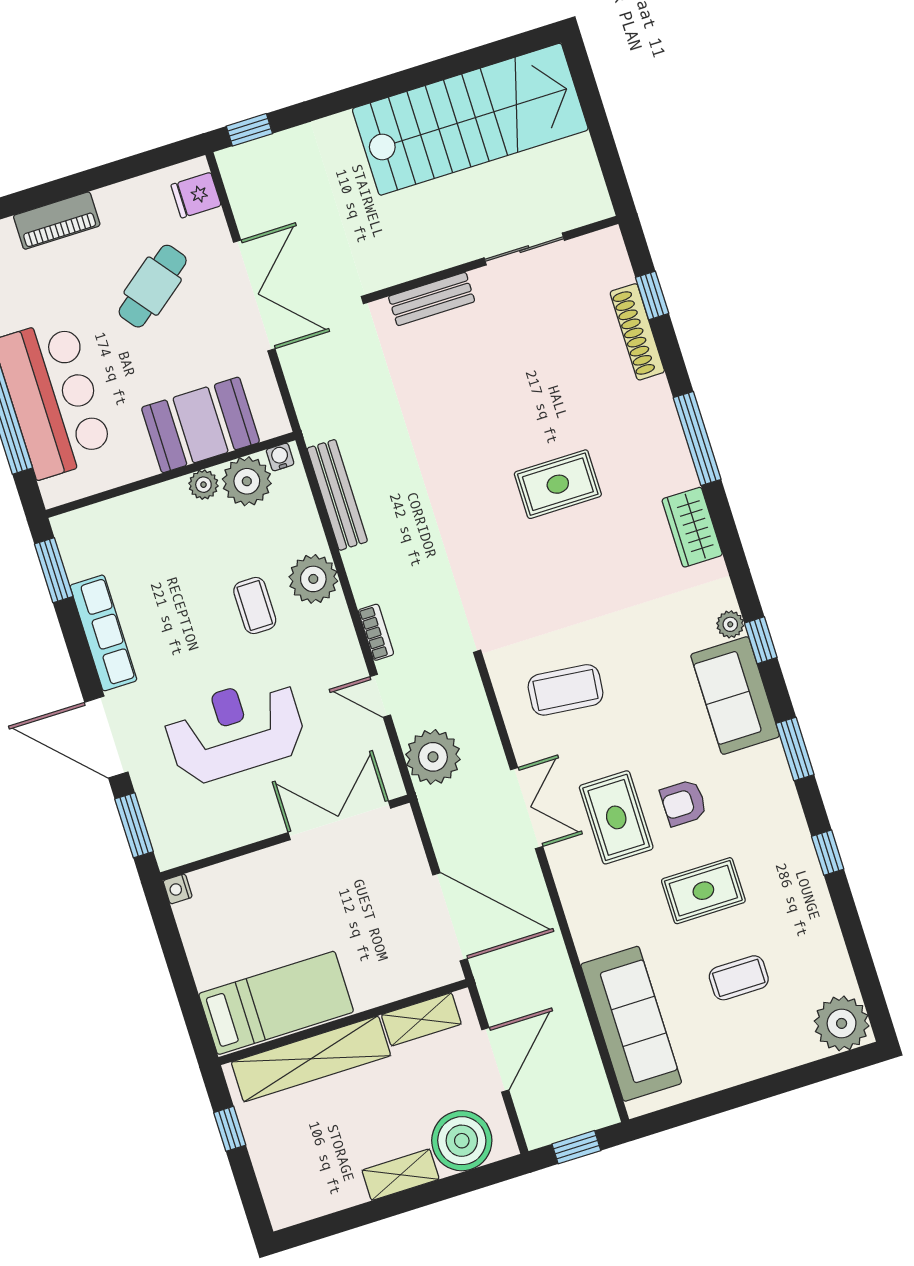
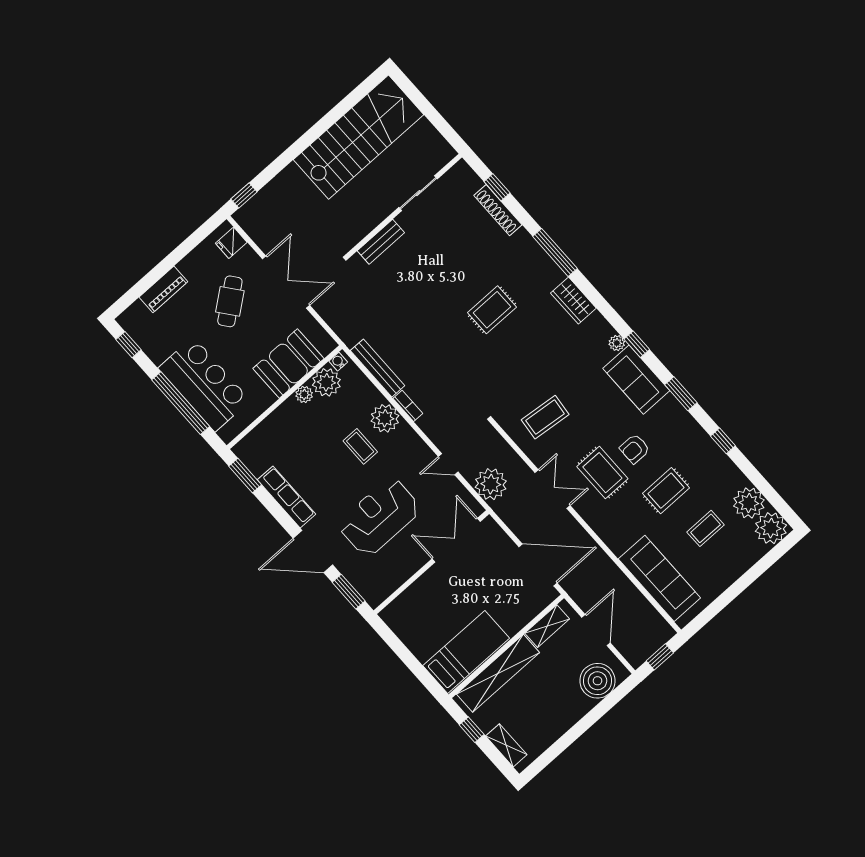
bookcase: (376, 632) -> (408, 406), moved
nightstand: (178, 889) -> (387, 615), removed
plant: (825, 968) -> (749, 503), added
shelving: (401, 1175) -> (506, 745), moved, turned 90

